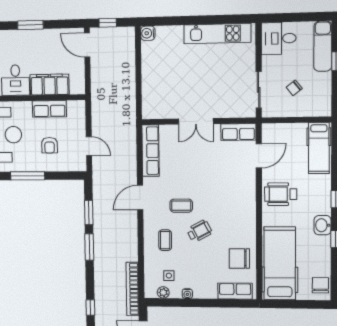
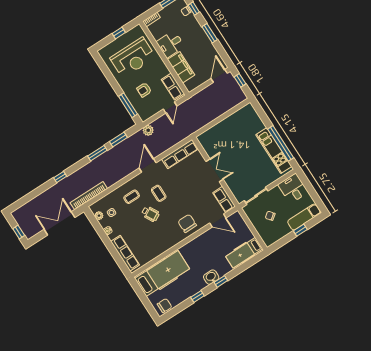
window: (214, 20) -> (281, 143), added
water cooler: (148, 33) -> (249, 109), removed
row of seats: (49, 109) -> (173, 87), moved
double door: (196, 121) -> (215, 170), swing flipped
door: (89, 146) -> (170, 107), moved
plant: (99, 171) -> (148, 130), added
window: (28, 176) -> (128, 105), moved
wheelchair: (281, 194) -> (203, 248), removed
door: (140, 198) -> (148, 165), hinge flipped
washbasin: (323, 225) -> (211, 277), moved
chair: (239, 259) -> (187, 223), moved
row of seats: (235, 291) -> (125, 253), width x1.48

